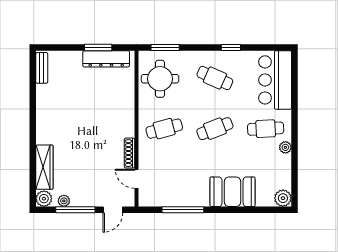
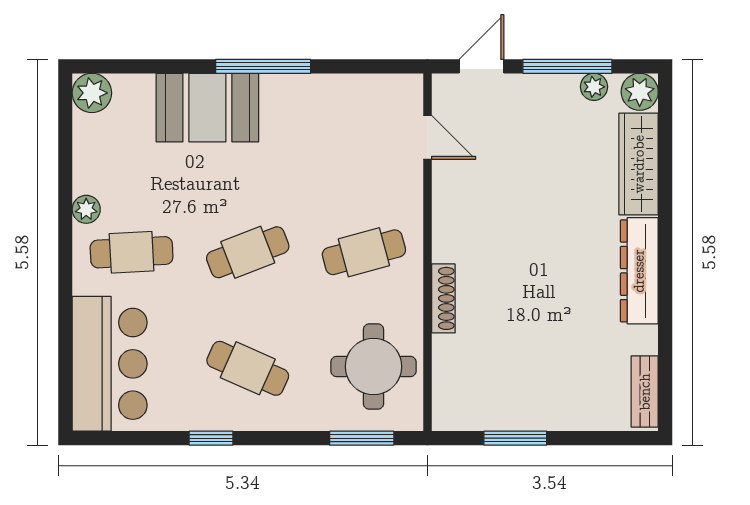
dresser: (106, 59) -> (639, 271), moved, turned -90
shoe rack: (130, 153) -> (443, 298), moved
window: (183, 210) -> (263, 66), moved

